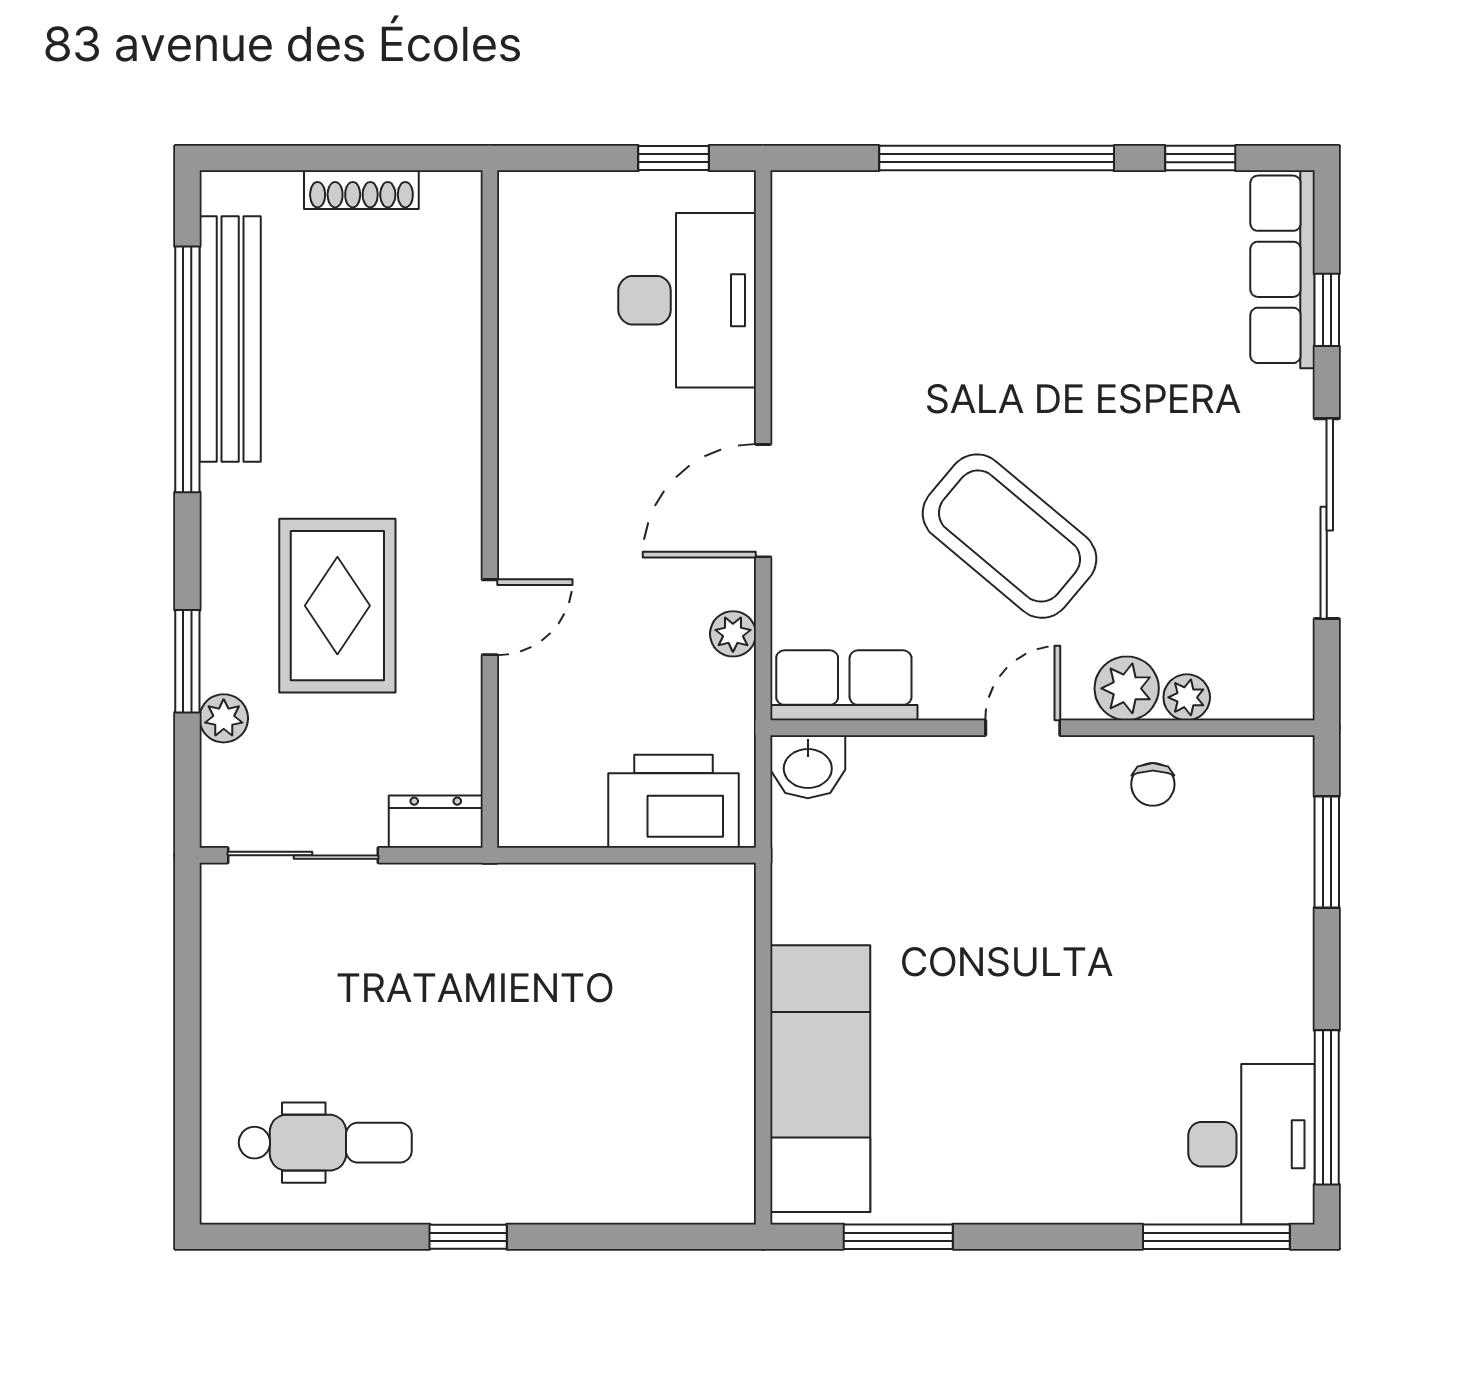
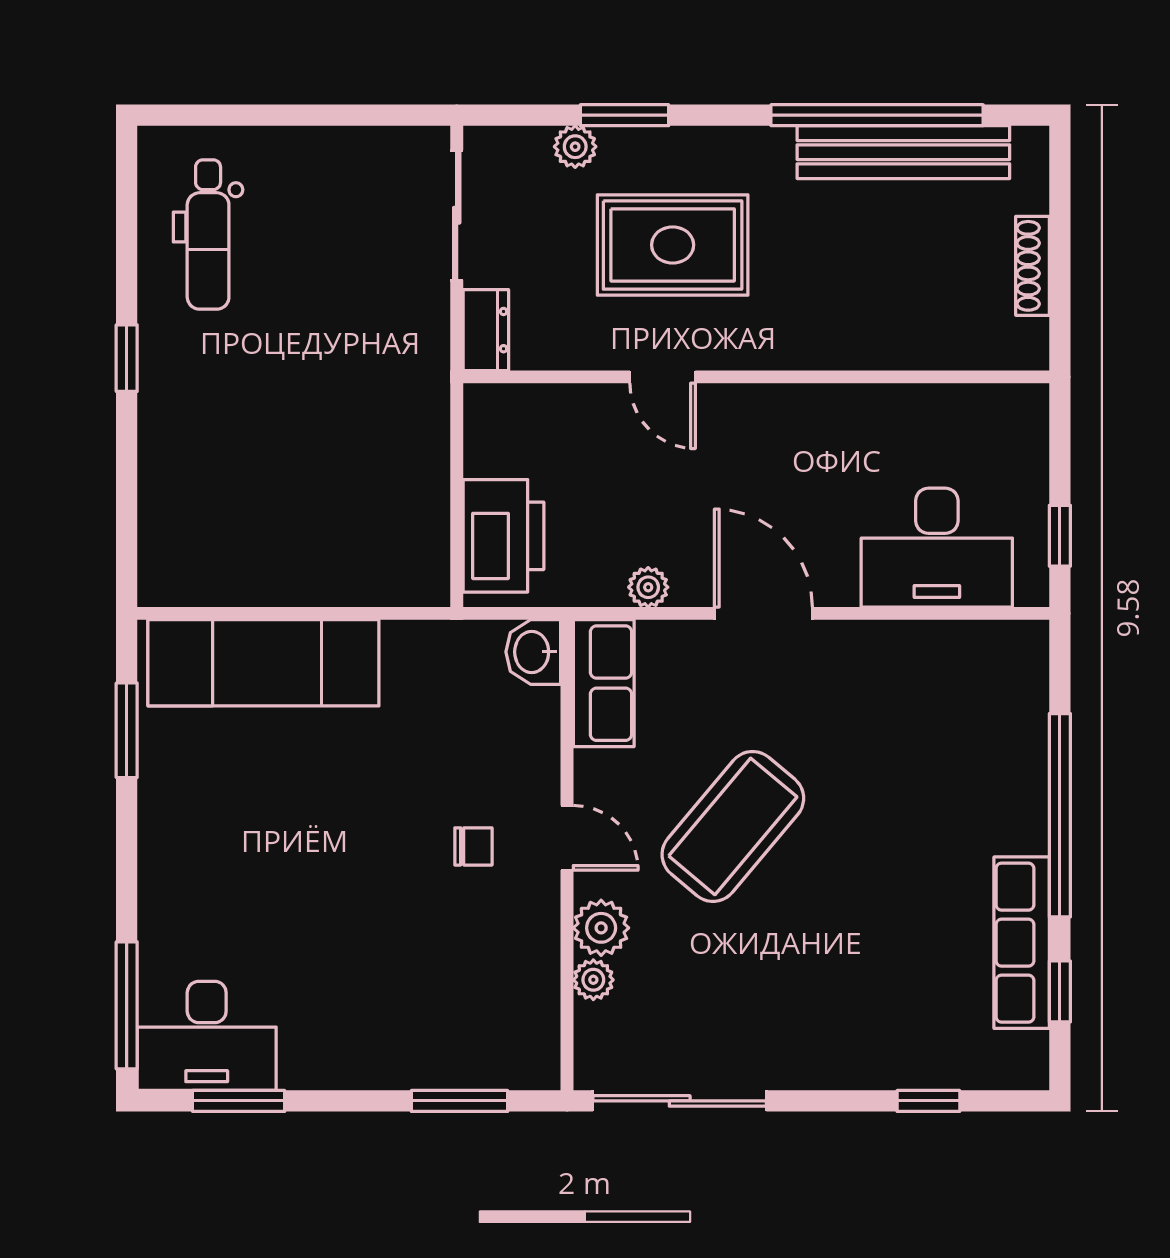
row of seats: (1283, 269) -> (1022, 943), moved, turned -90
sliding door: (1327, 519) -> (680, 1101), moved
chair: (1153, 784) -> (473, 846), moved, turned 180
window: (1327, 1107) -> (239, 1101), width x0.69

